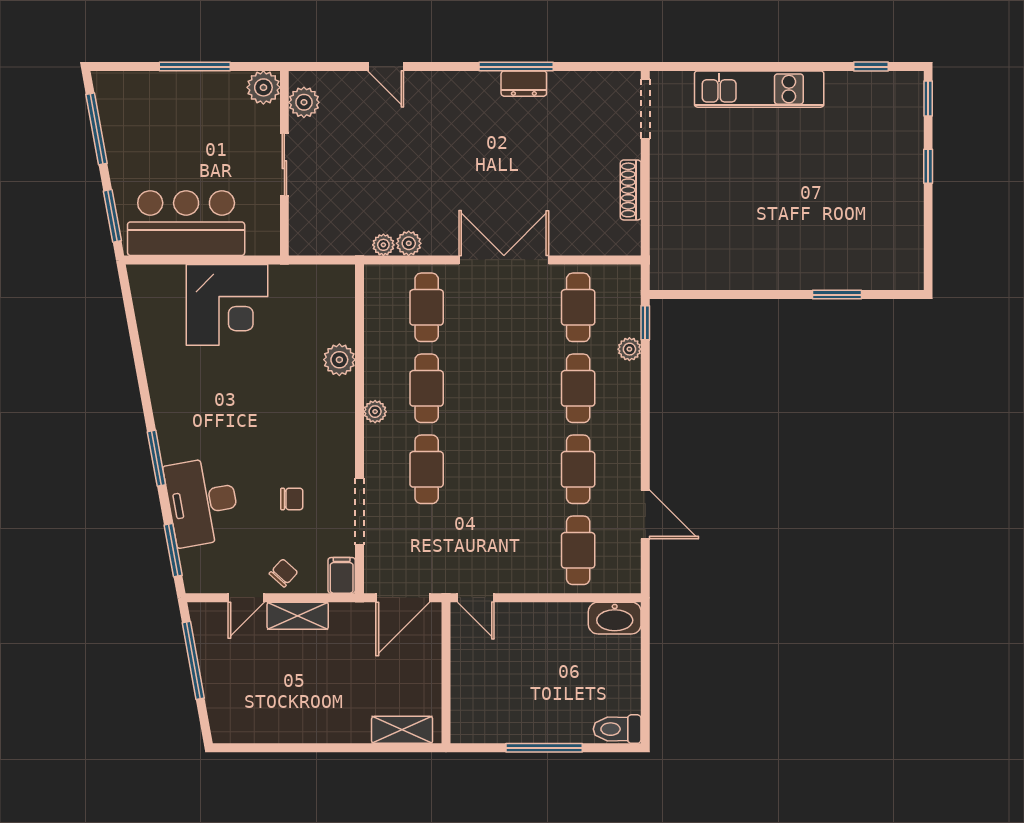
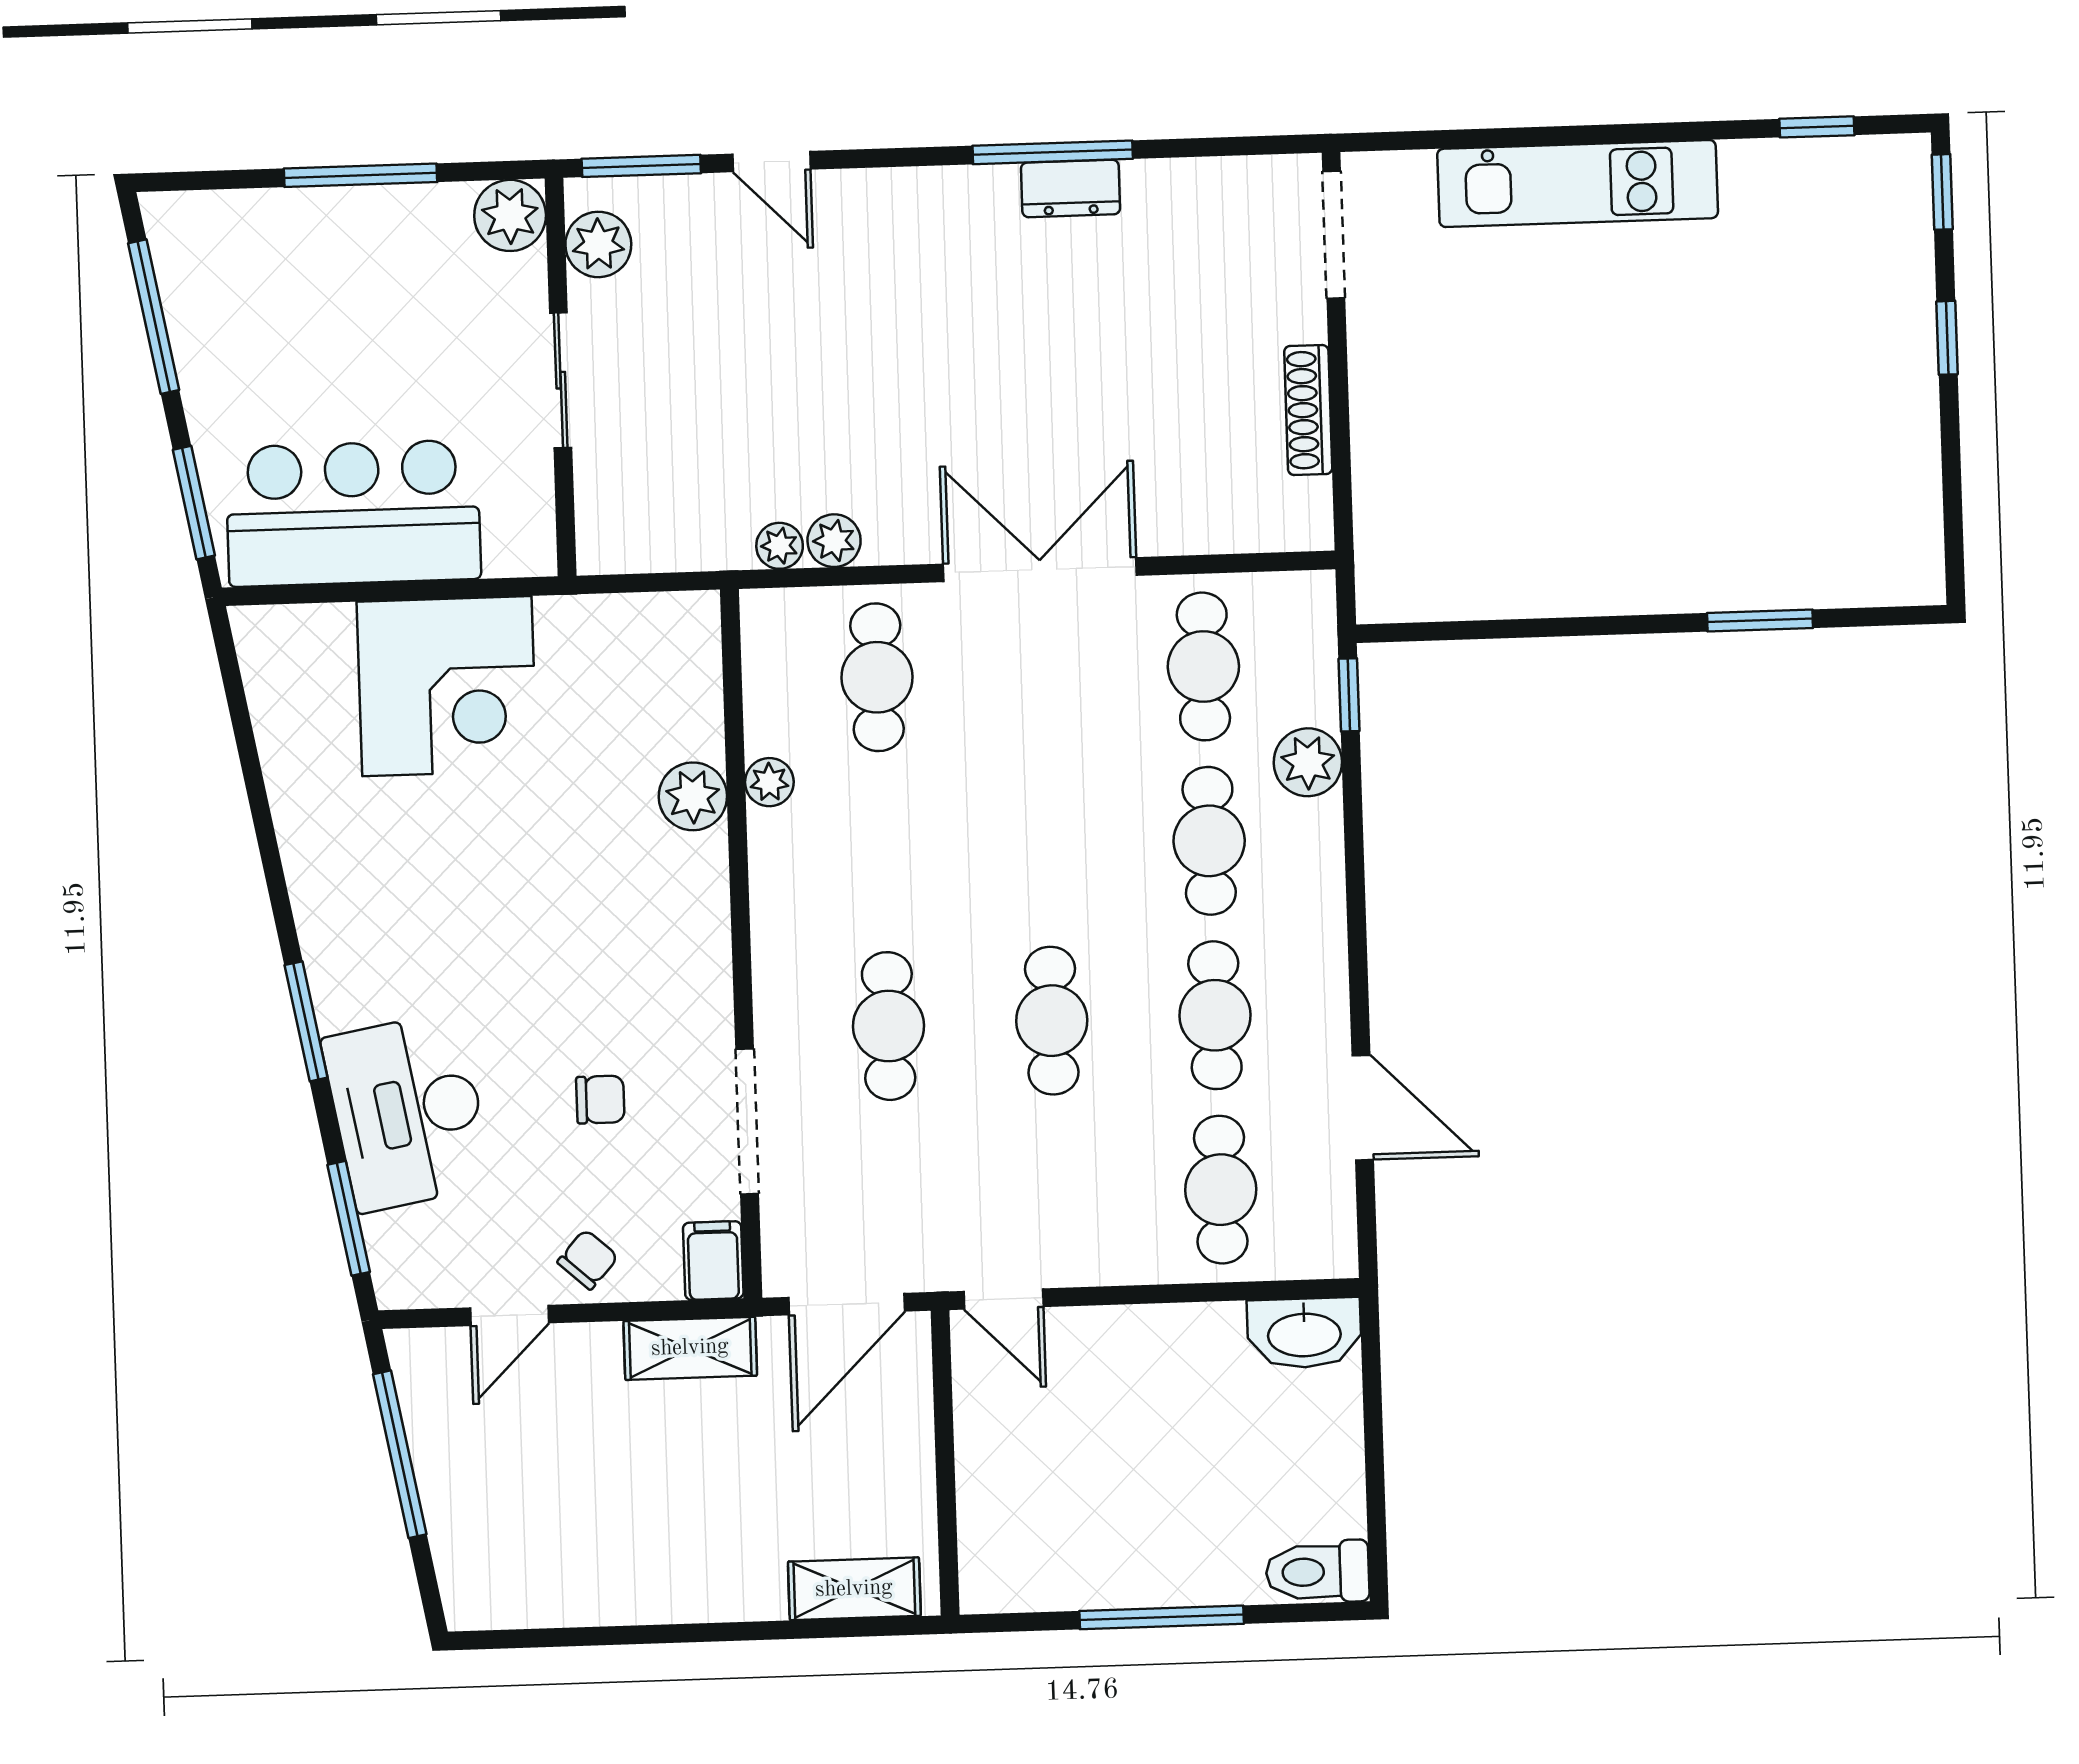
window: (325, 67) -> (641, 166), added
plant: (629, 349) -> (1308, 762), width x1.38, depth x1.38
cafe table: (427, 388) -> (1052, 1021), moved
plant: (375, 412) -> (769, 782), moved
shelving: (298, 616) -> (690, 1348), moved

